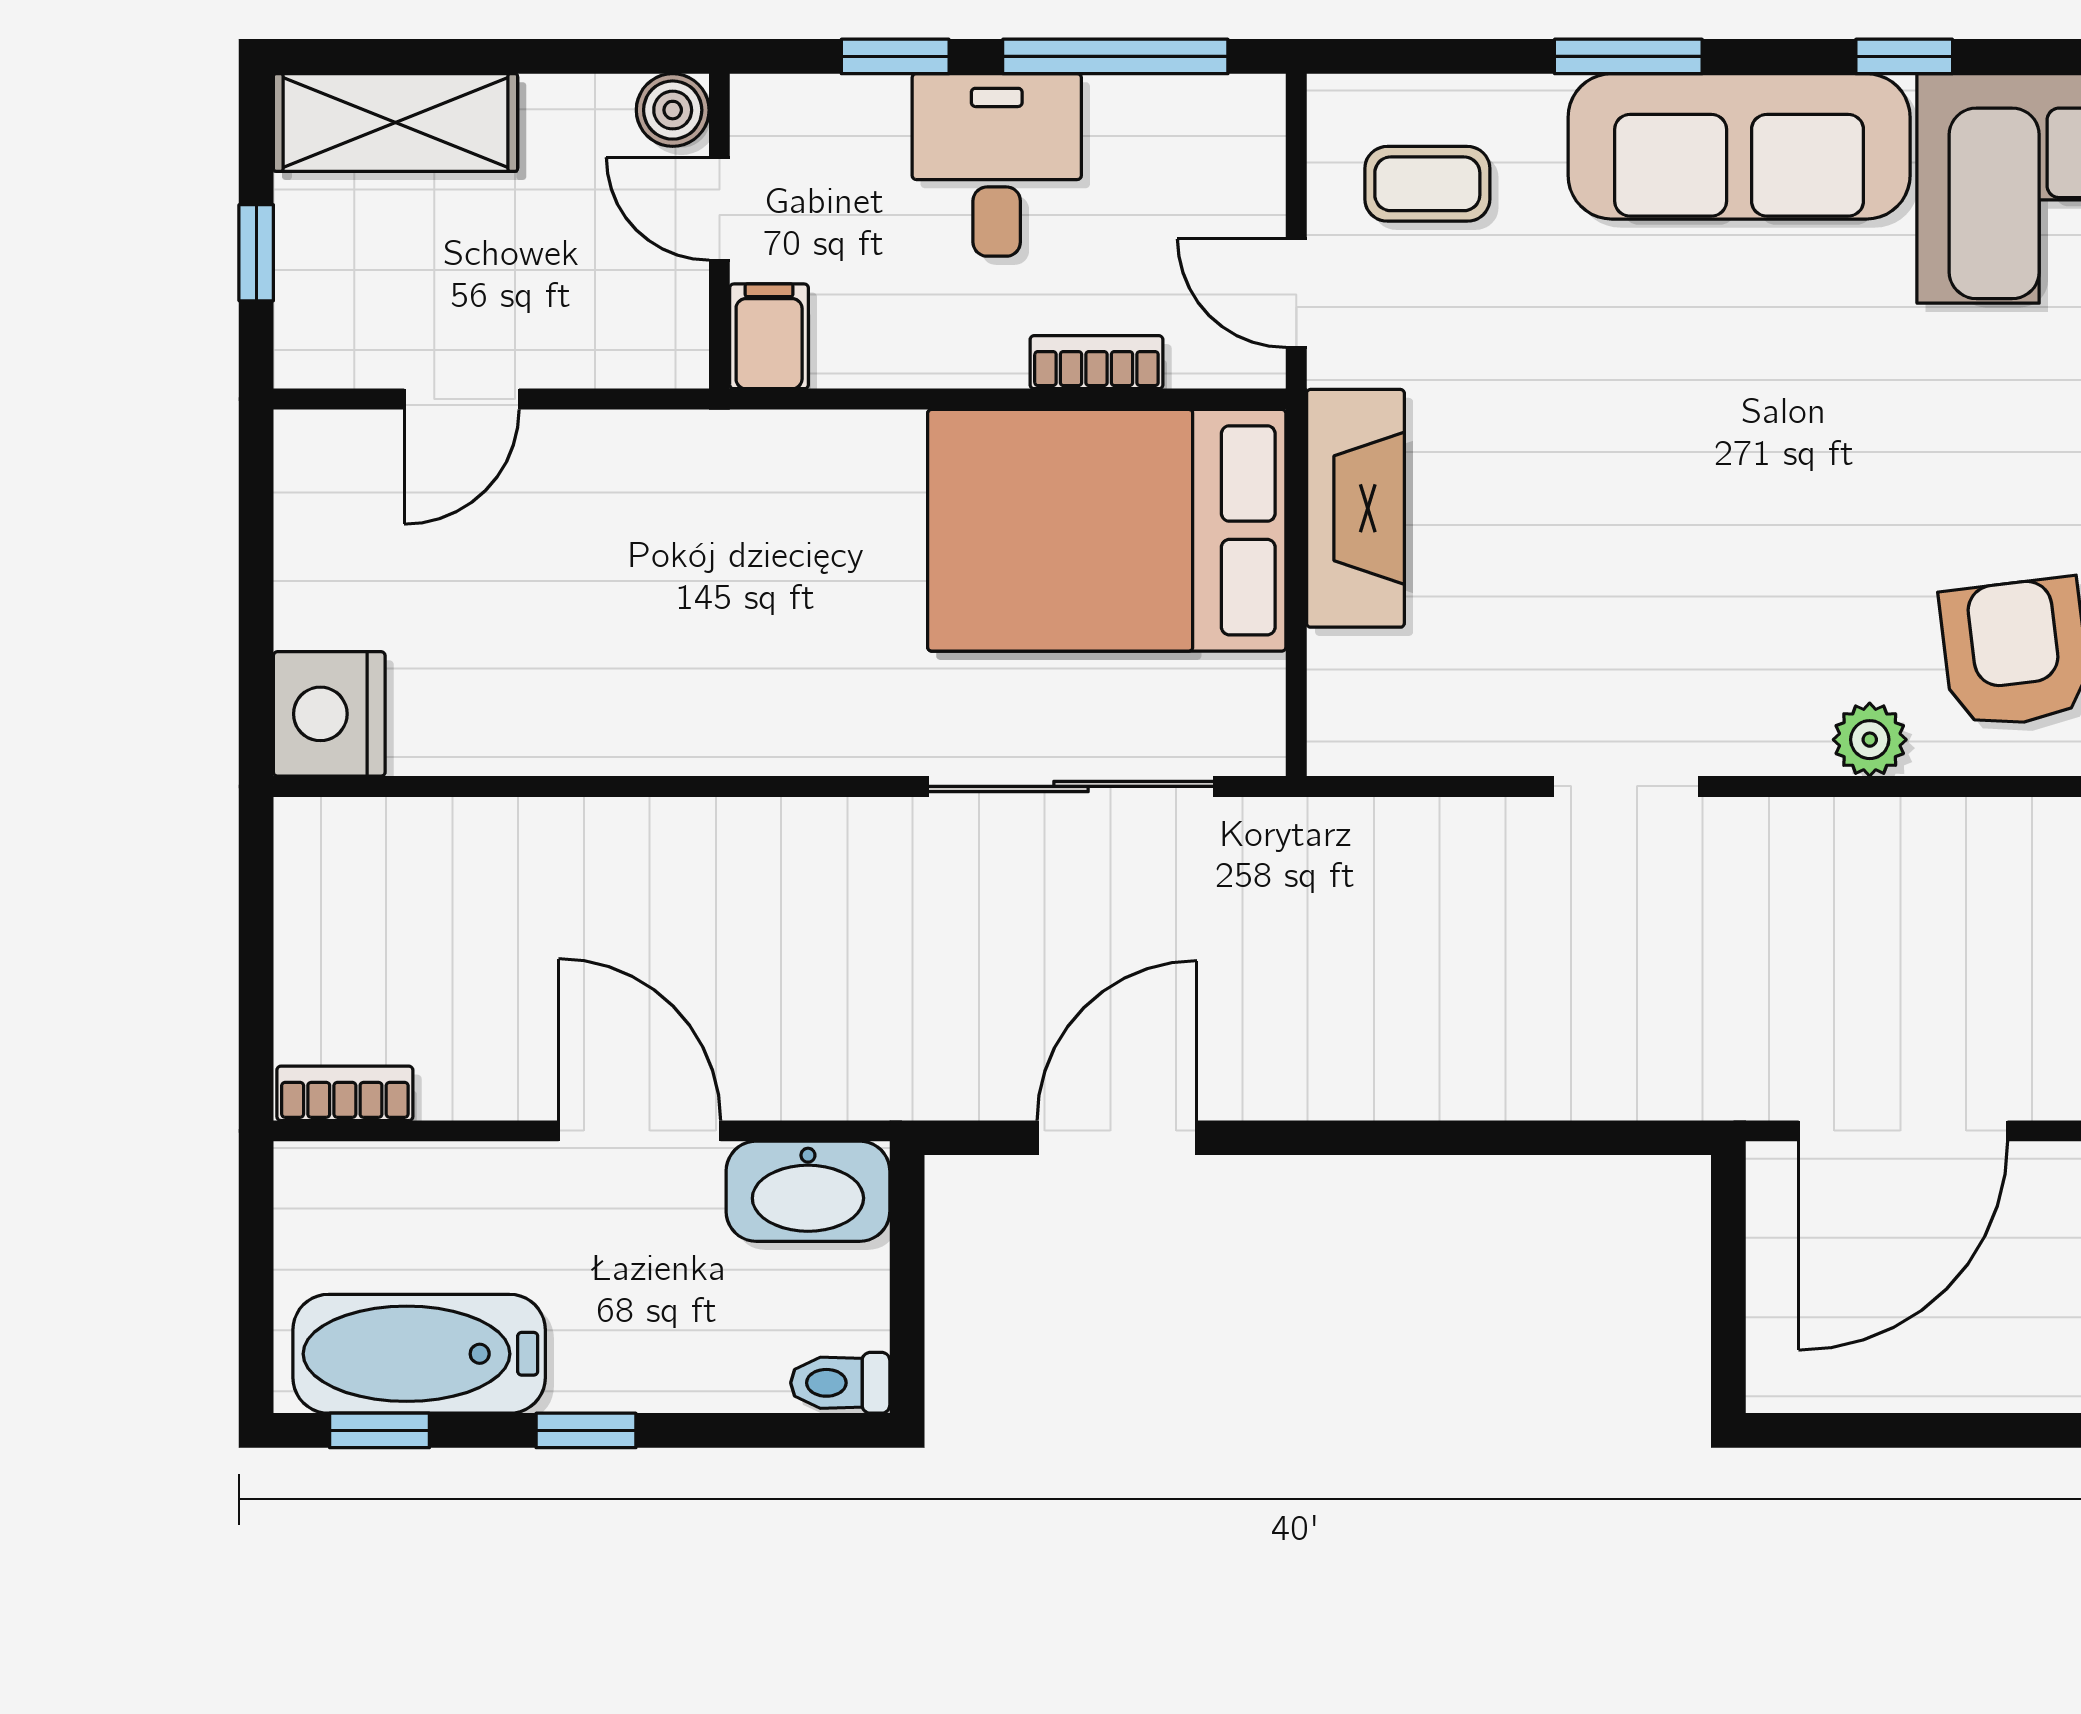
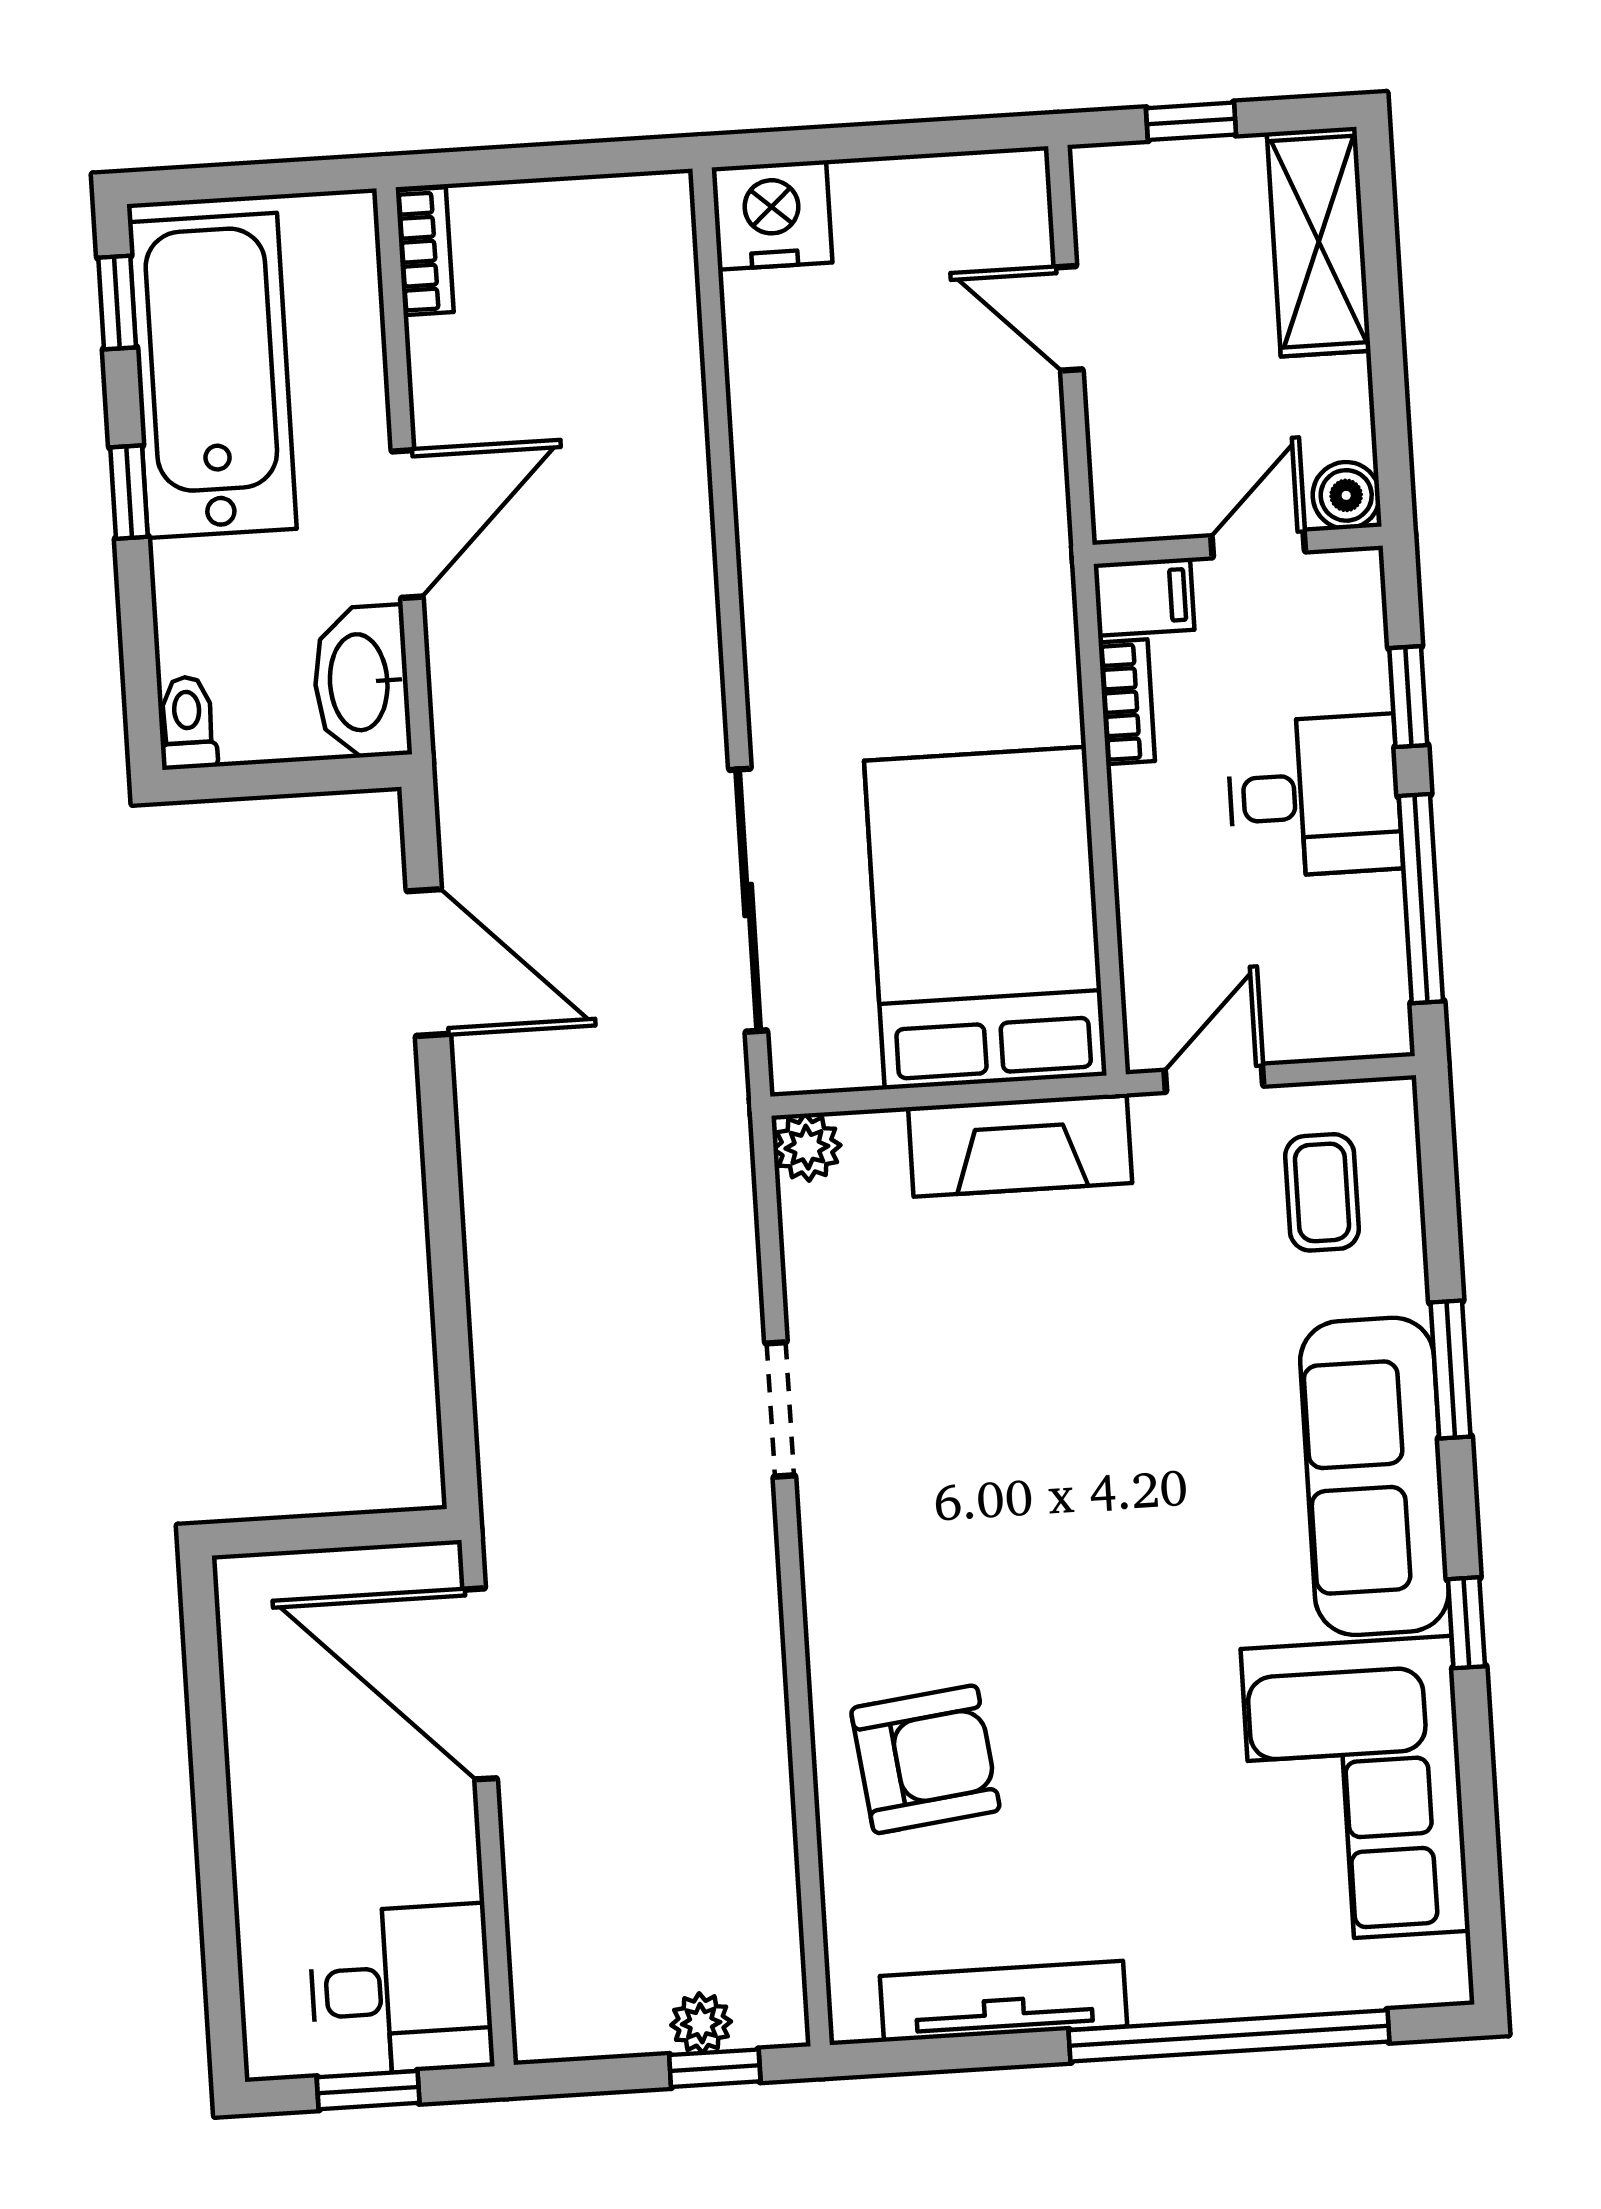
bookcase: (1096, 362) -> (1127, 702), moved
plant: (1870, 740) -> (807, 1147), moved
bathtub: (419, 1354) -> (212, 375), width x1.36, depth x1.36

